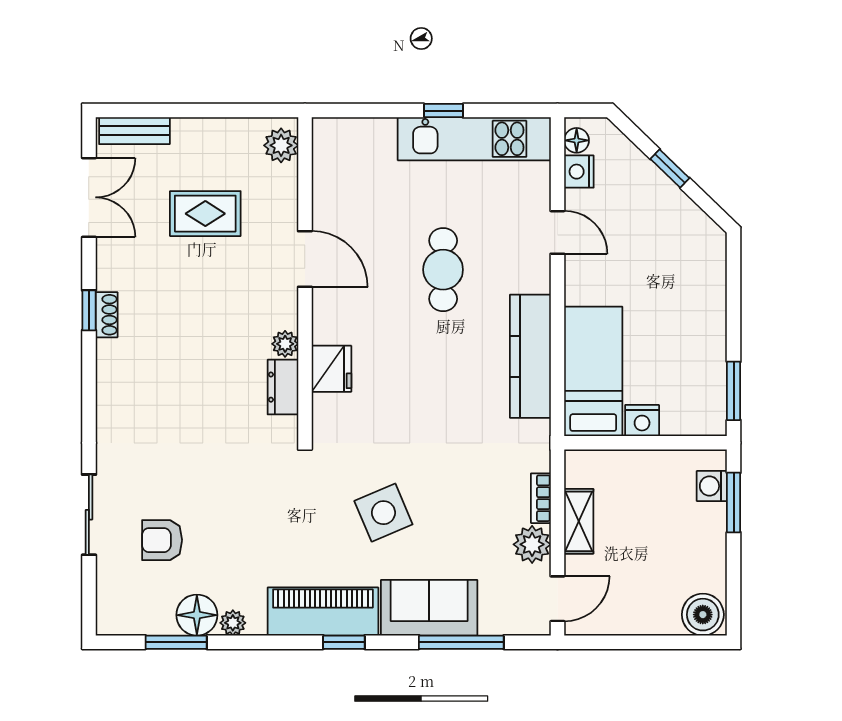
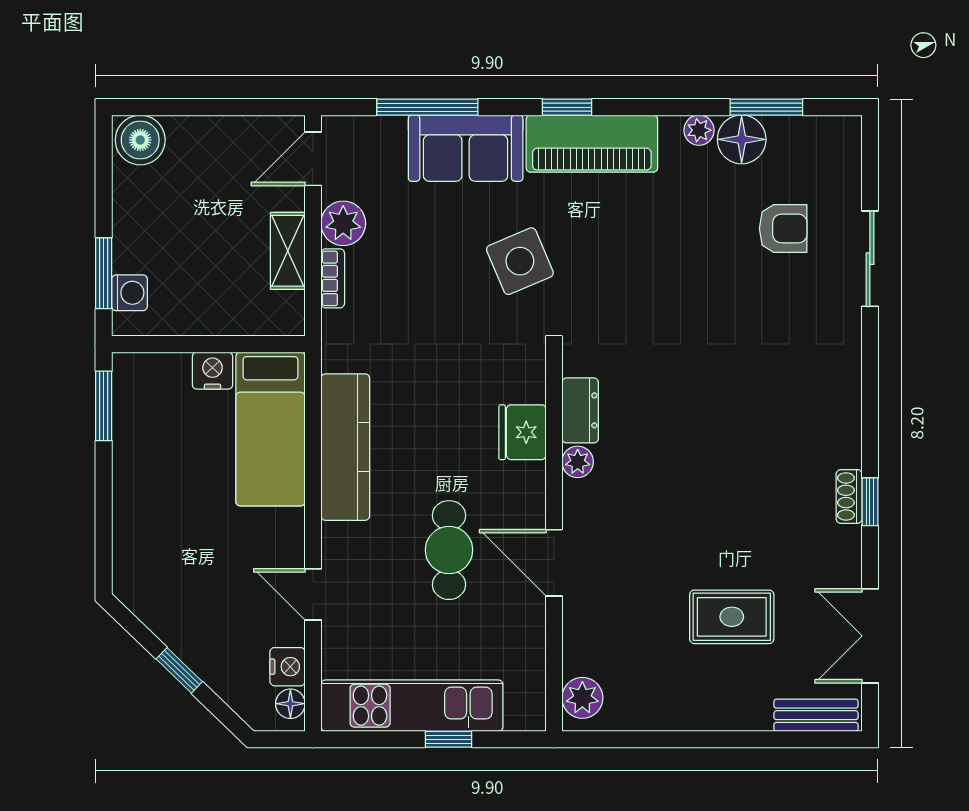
plant: (281, 145) -> (582, 698), moved
door: (305, 259) -> (554, 563), moved
wall: (305, 277) -> (554, 542), moved
plant: (285, 344) -> (578, 462), moved
fridge: (331, 369) -> (522, 432), moved
dresser: (283, 387) -> (580, 410), moved

